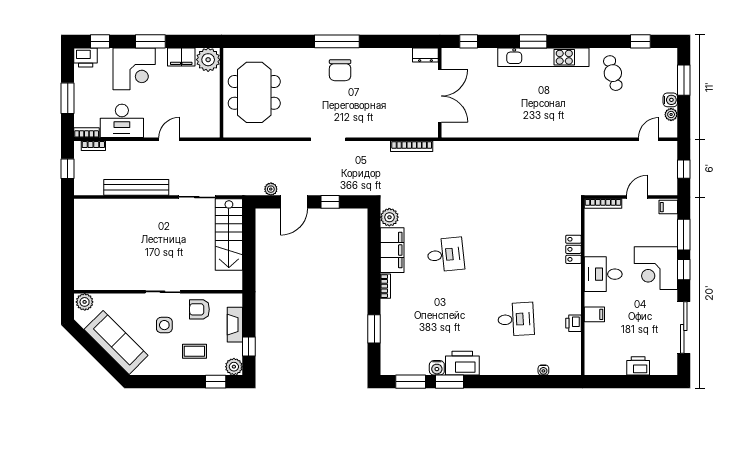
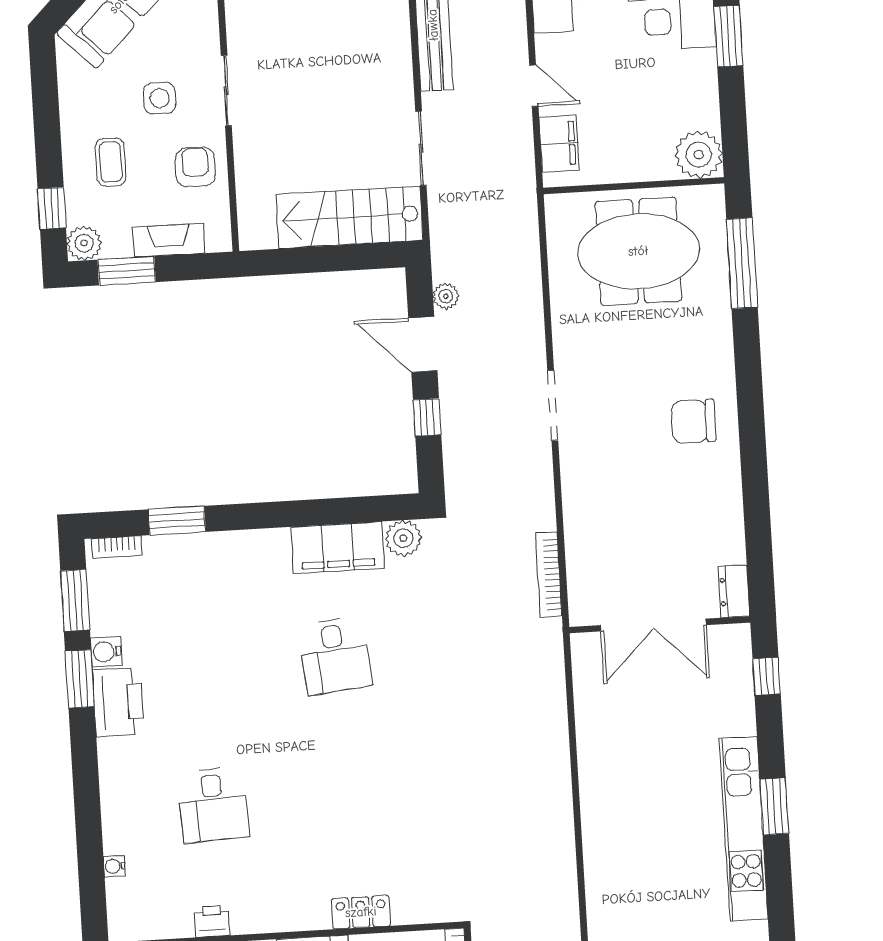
window: (337, 41) -> (742, 263), moved
filing cabinet: (181, 57) -> (559, 144), moved, turned 180
bookcase: (385, 286) -> (117, 547), moved
window: (249, 346) -> (127, 271), width x1.50

